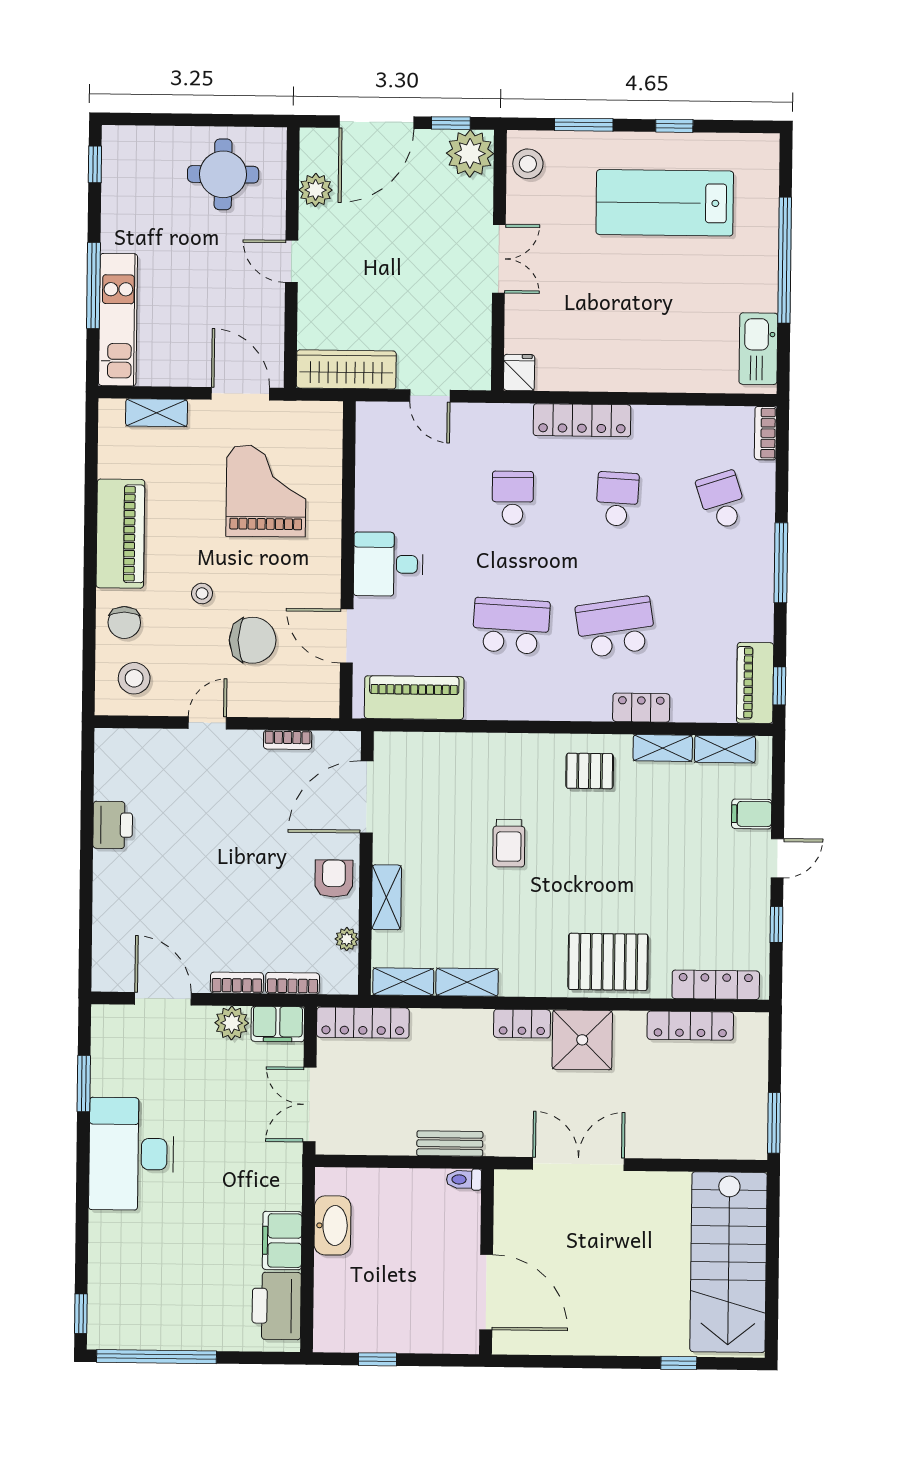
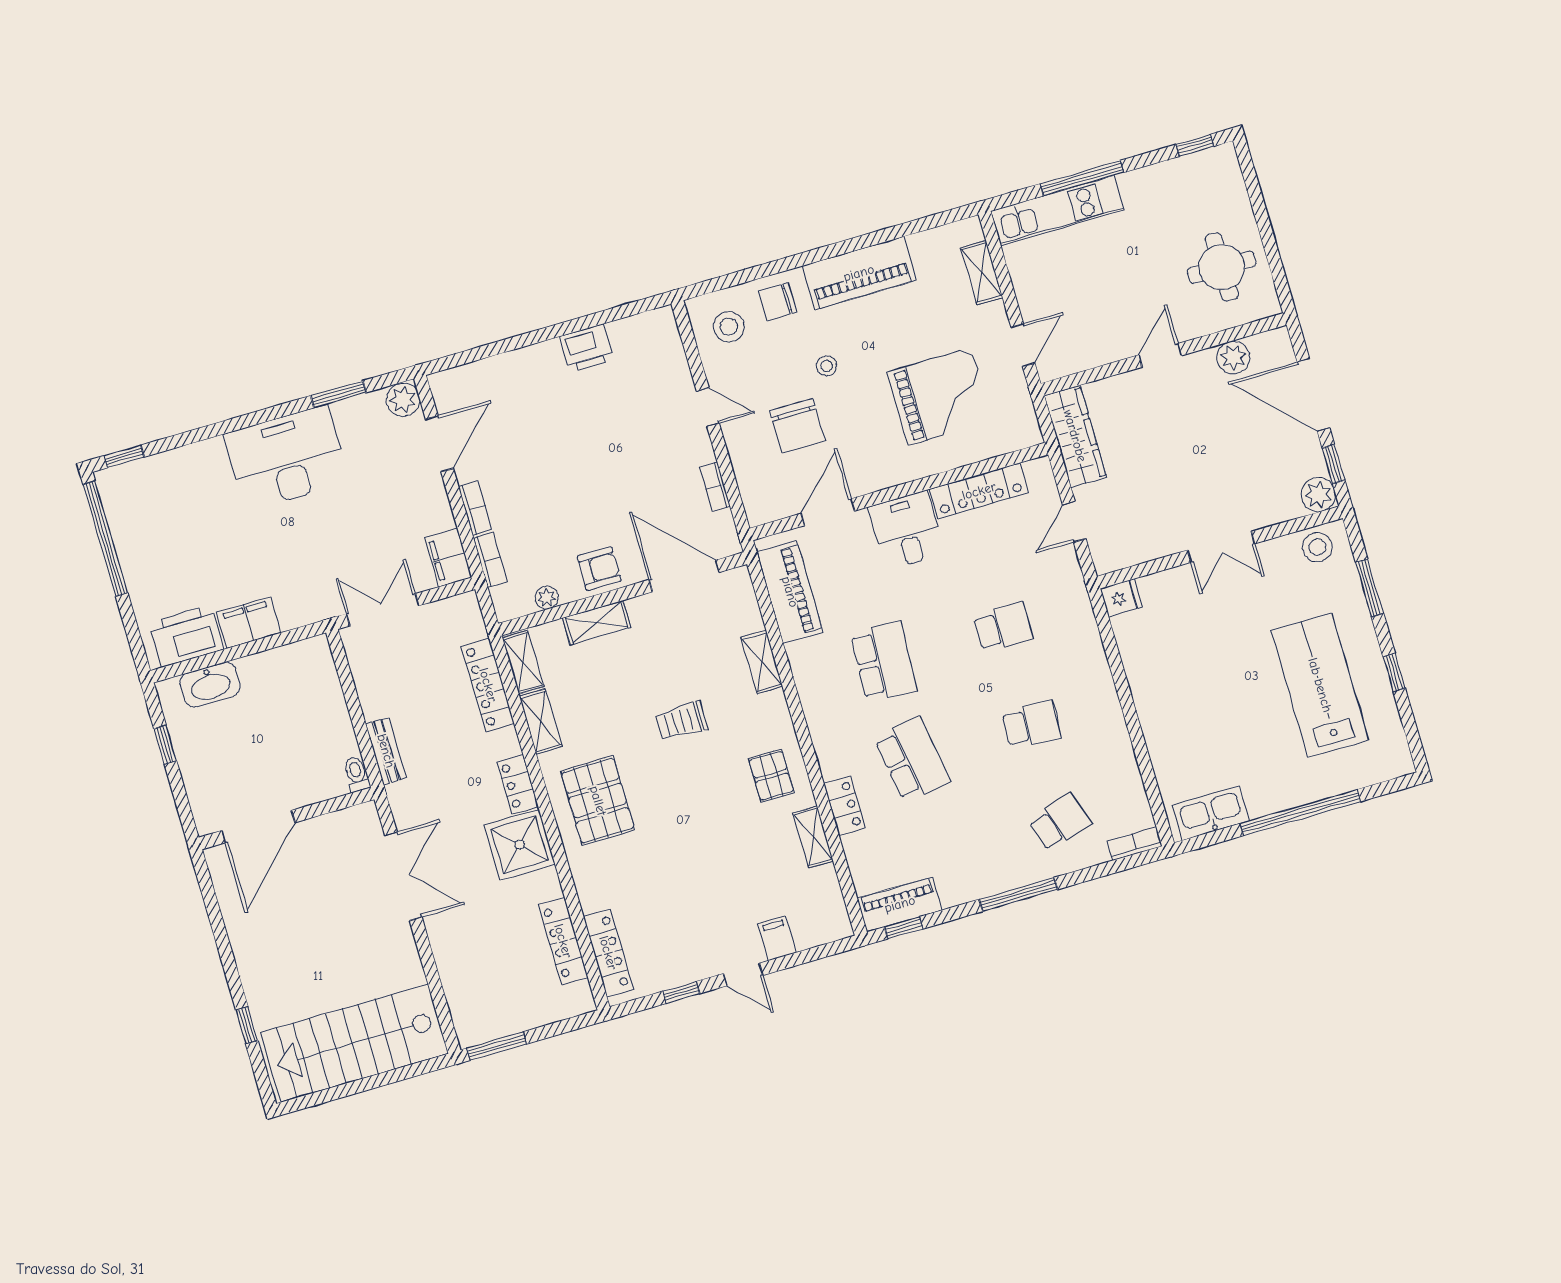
plant: (470, 153) -> (1318, 495), width x0.73, depth x0.73
door: (240, 394) -> (1023, 345), width x0.73
locker: (582, 420) -> (979, 491), moved, turned -90
shelving: (725, 749) -> (762, 662), moved
pallet: (608, 962) -> (598, 801), moved
plant: (232, 1023) -> (403, 400), moved
locker: (363, 1023) -> (488, 685), moved
washbasin: (332, 1225) -> (210, 685), moved

